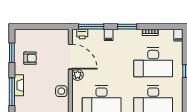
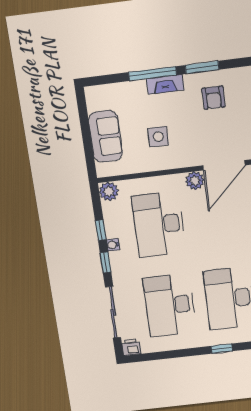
window: (12, 53) -> (202, 67), moved
side table: (61, 91) -> (158, 137), moved

